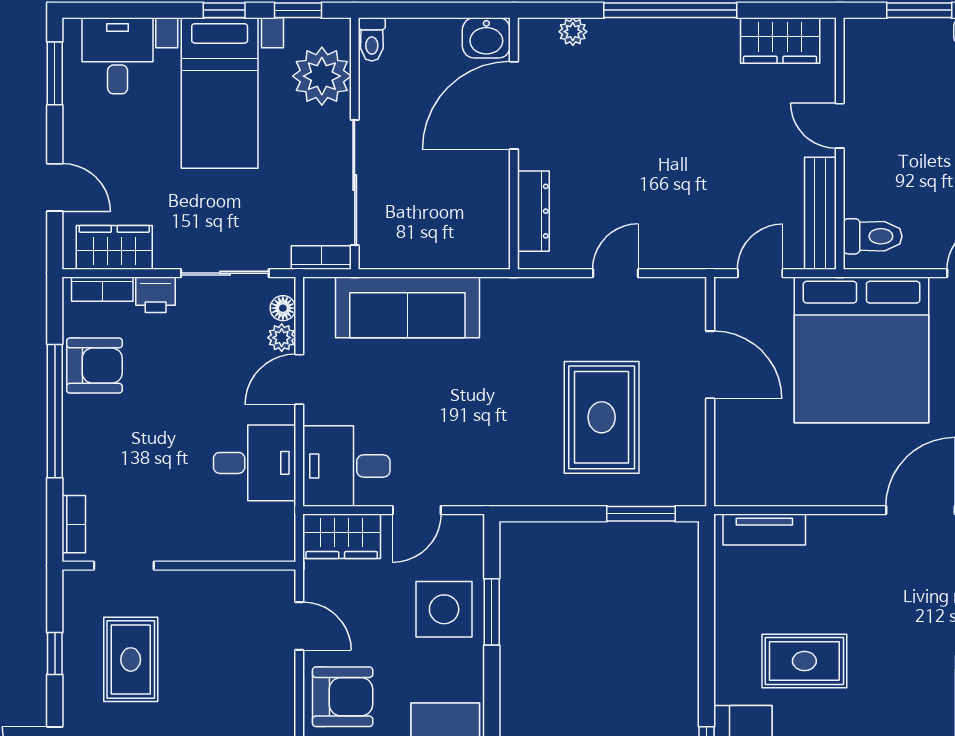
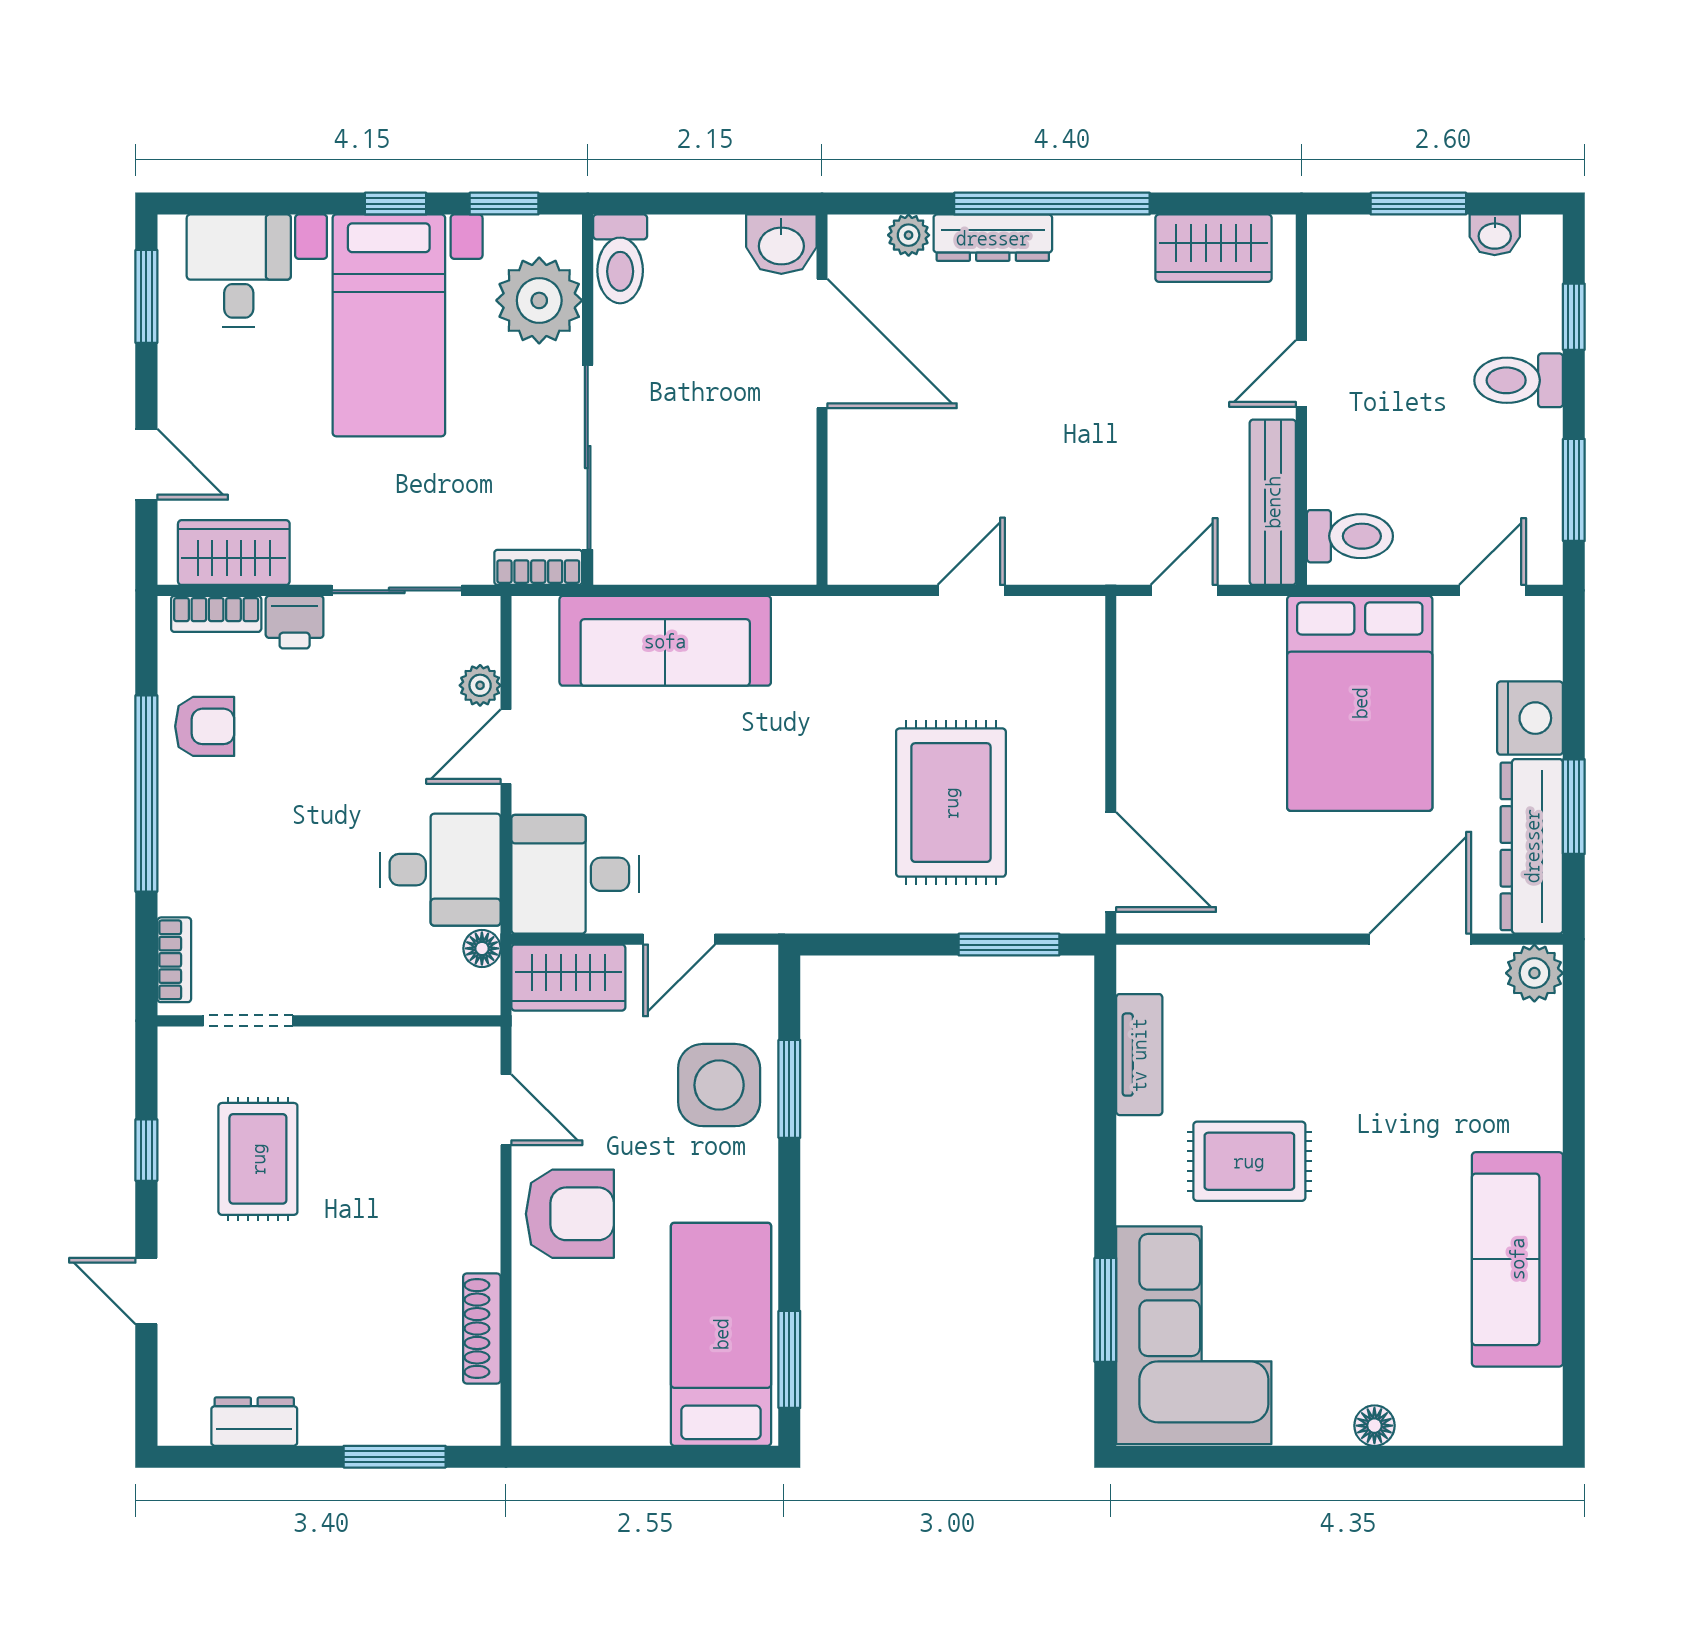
toilet: (372, 39) -> (620, 259), width x1.37, depth x1.39
door: (514, 105) -> (822, 344), swing flipped
door: (840, 126) -> (1301, 373), hinge flipped
dresser: (533, 211) -> (993, 238), moved, turned 90
floor lamp: (283, 308) -> (482, 948), moved
bed: (862, 350) -> (1360, 703), width x0.73
door: (710, 365) -> (1111, 862), moved
armchair: (94, 366) -> (205, 726), width x0.72, depth x0.72
tv unit: (764, 529) -> (1139, 1055), moved, turned -90

